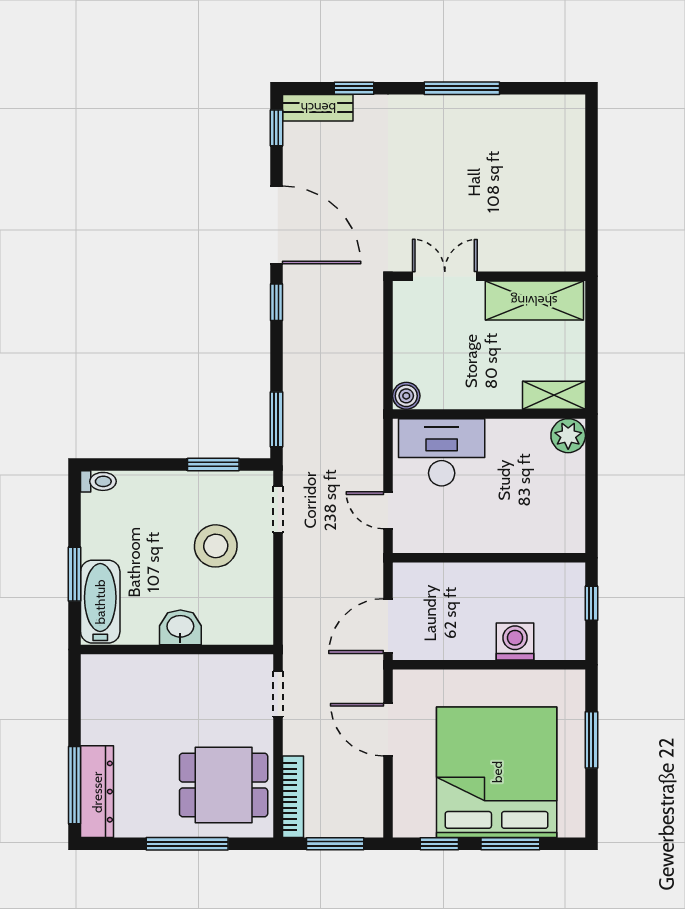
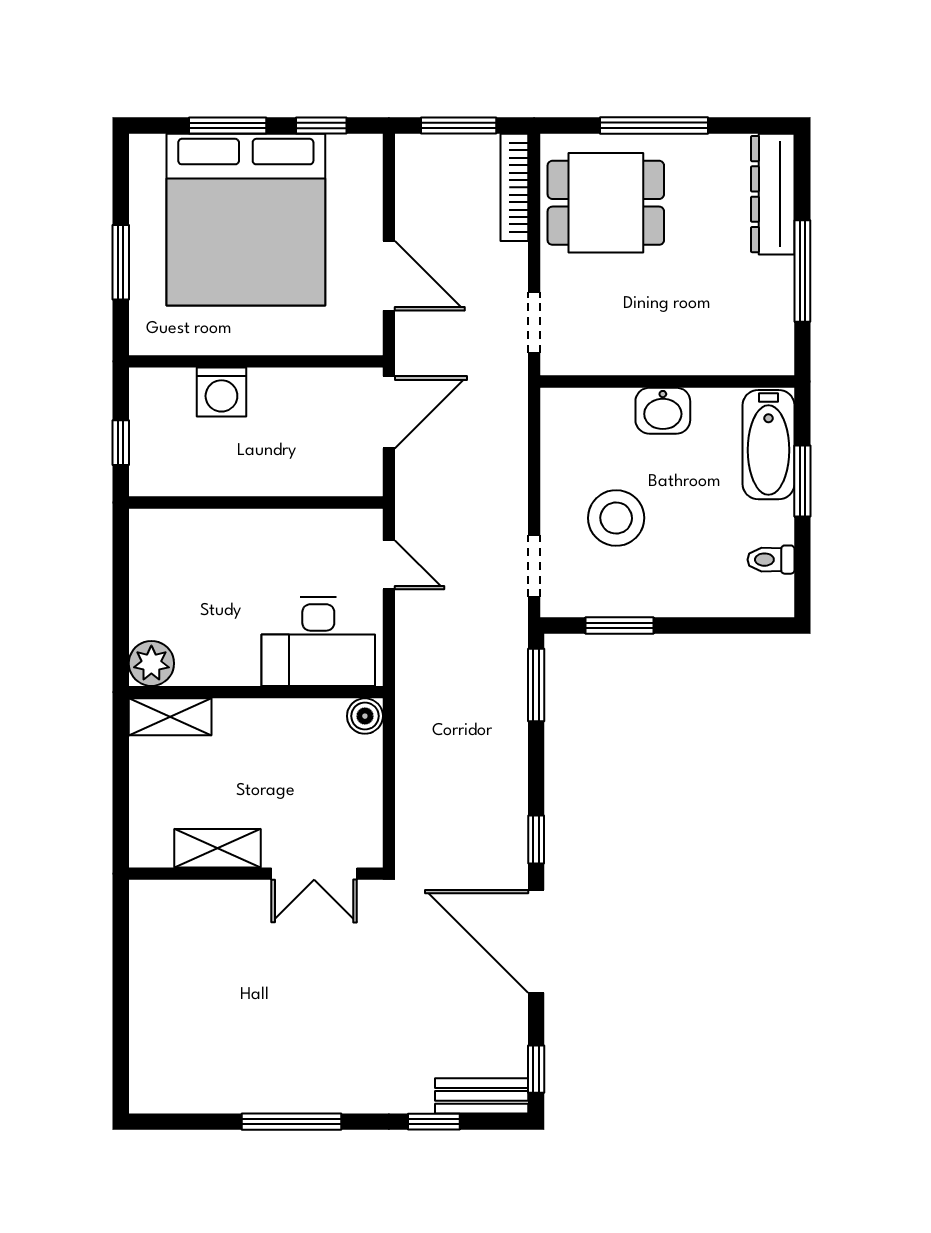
shelving: (534, 301) -> (218, 848), width x0.67, depth x0.75
toilet: (98, 481) -> (771, 560), moved
window: (75, 785) -> (802, 271), moved

